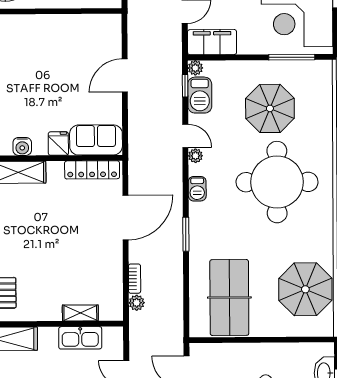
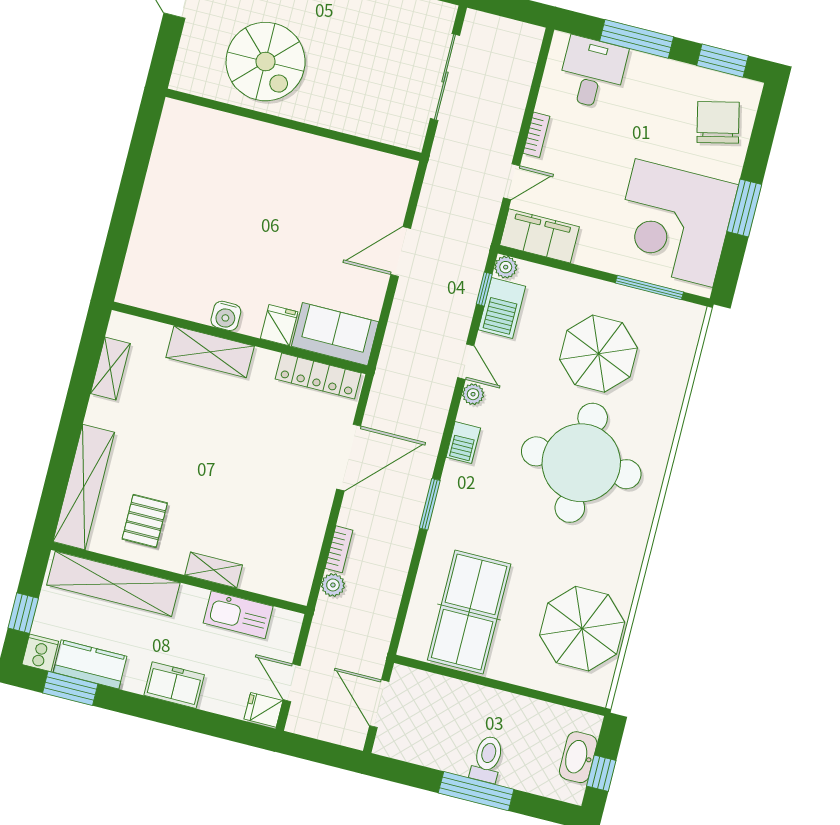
shelving: (80, 313) -> (214, 570), moved

